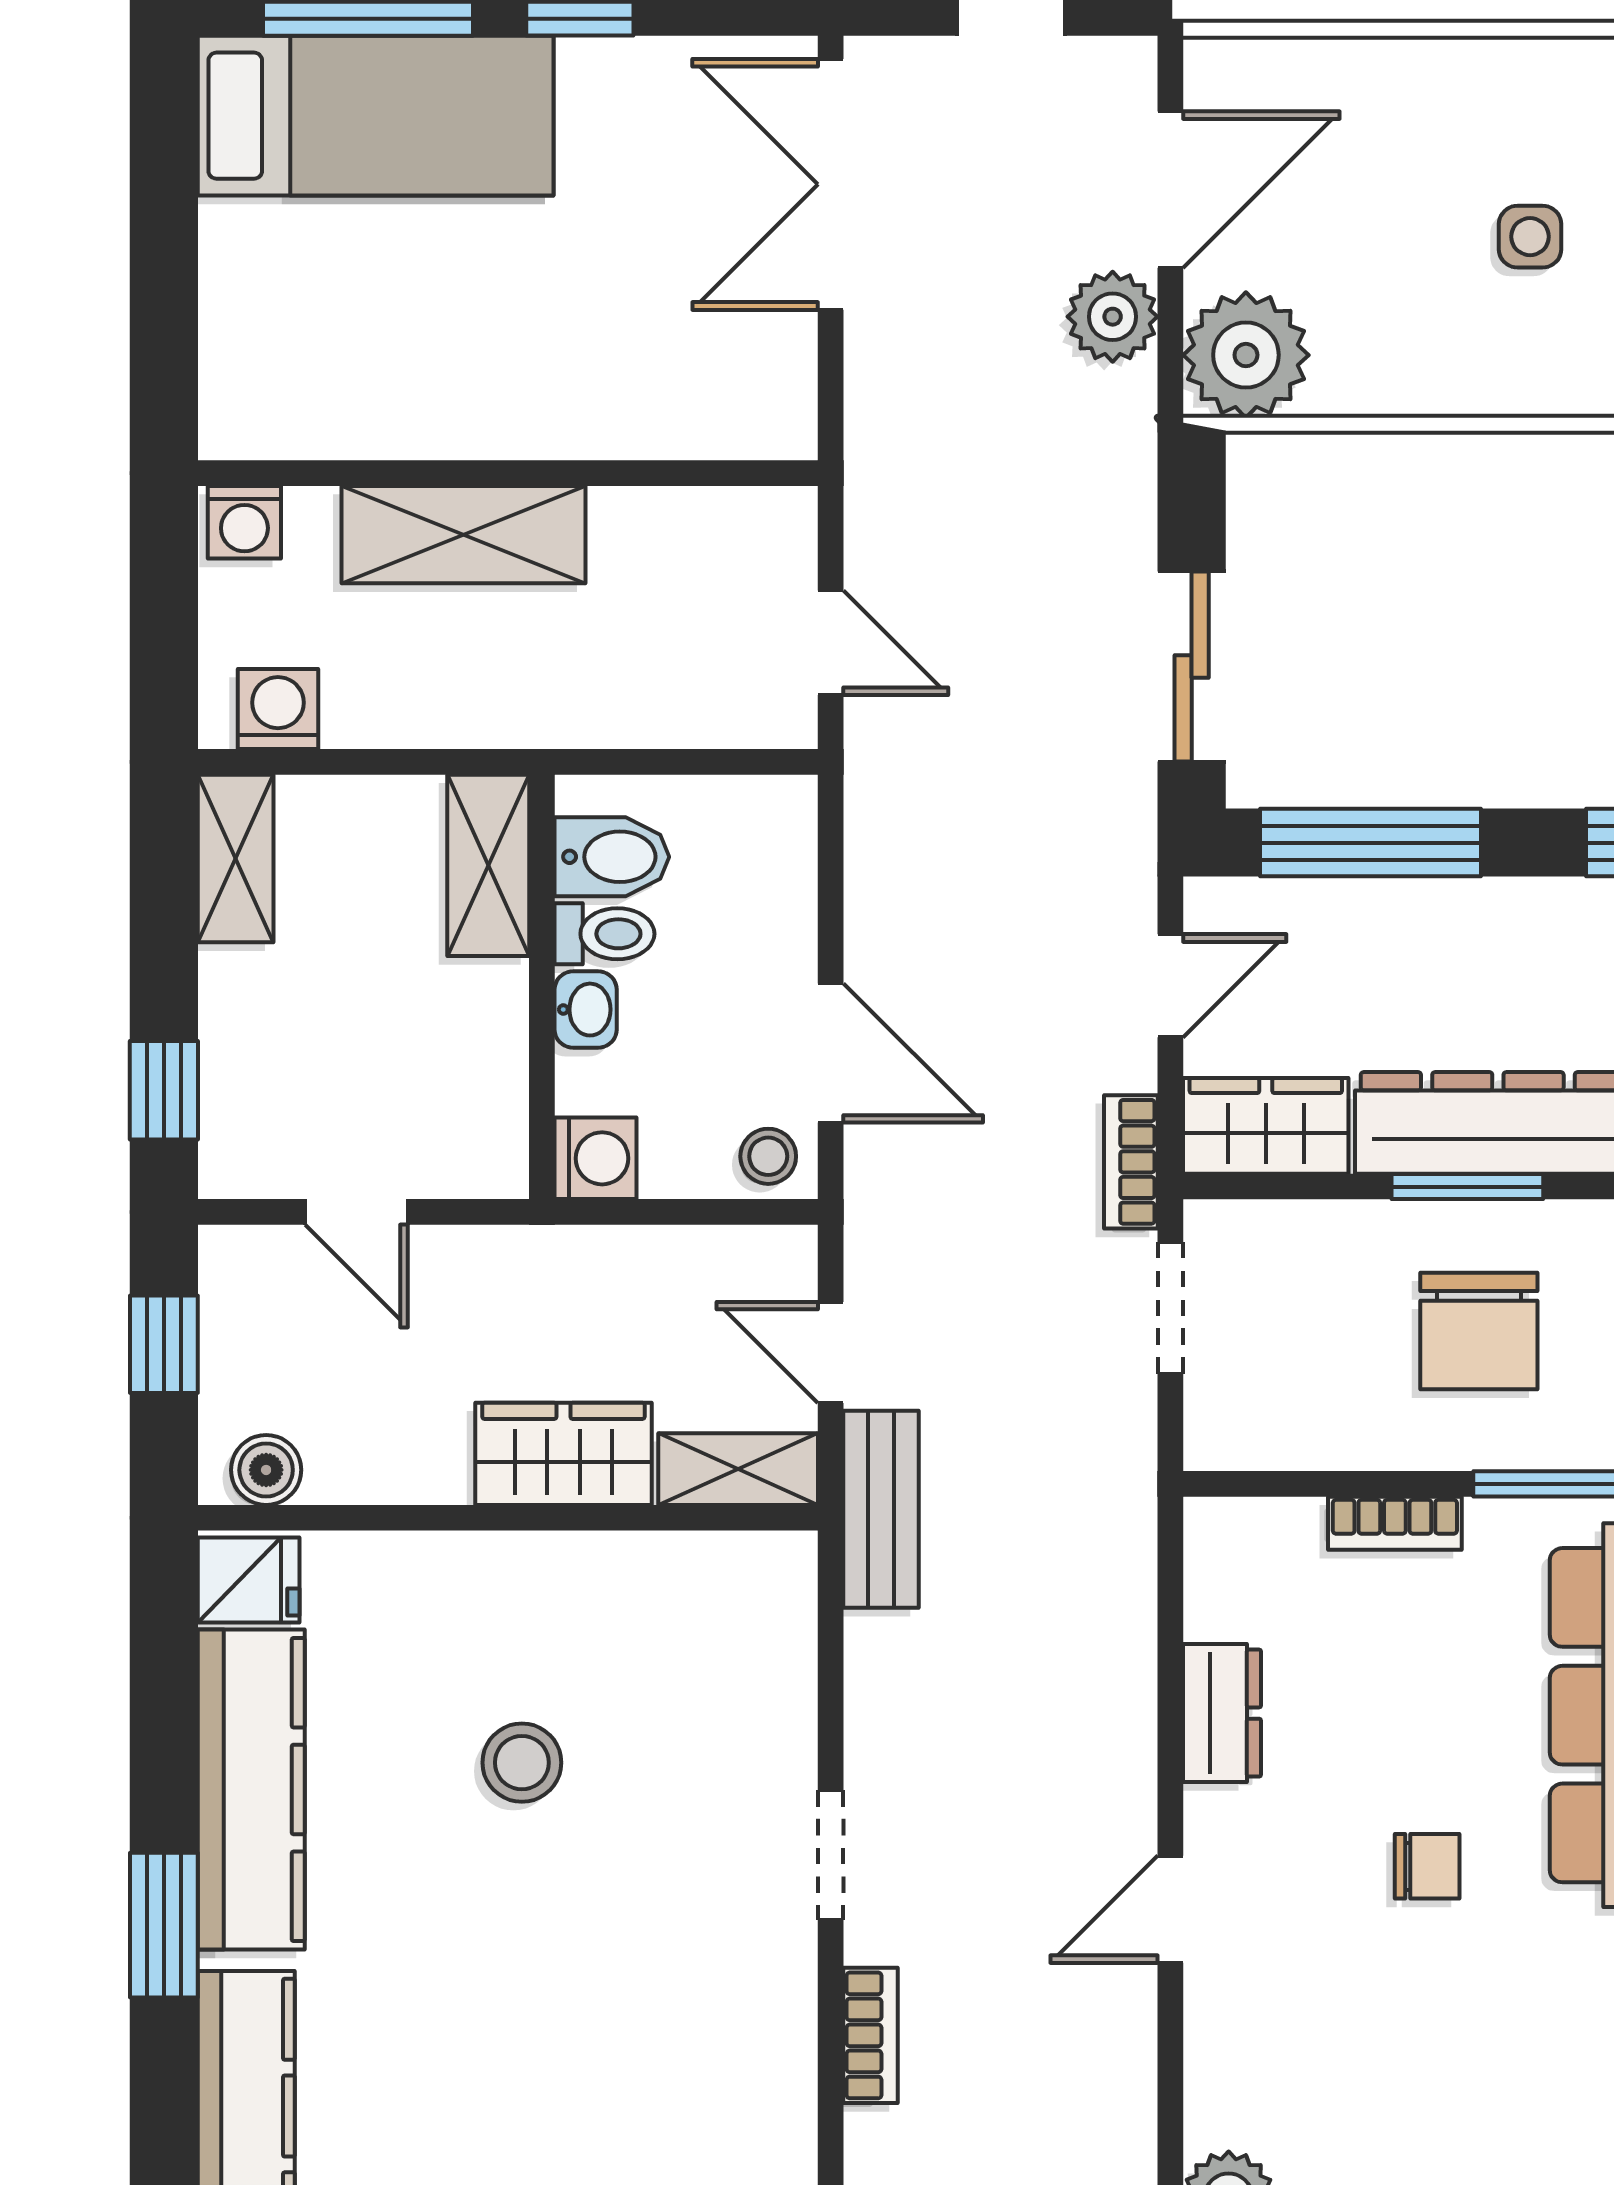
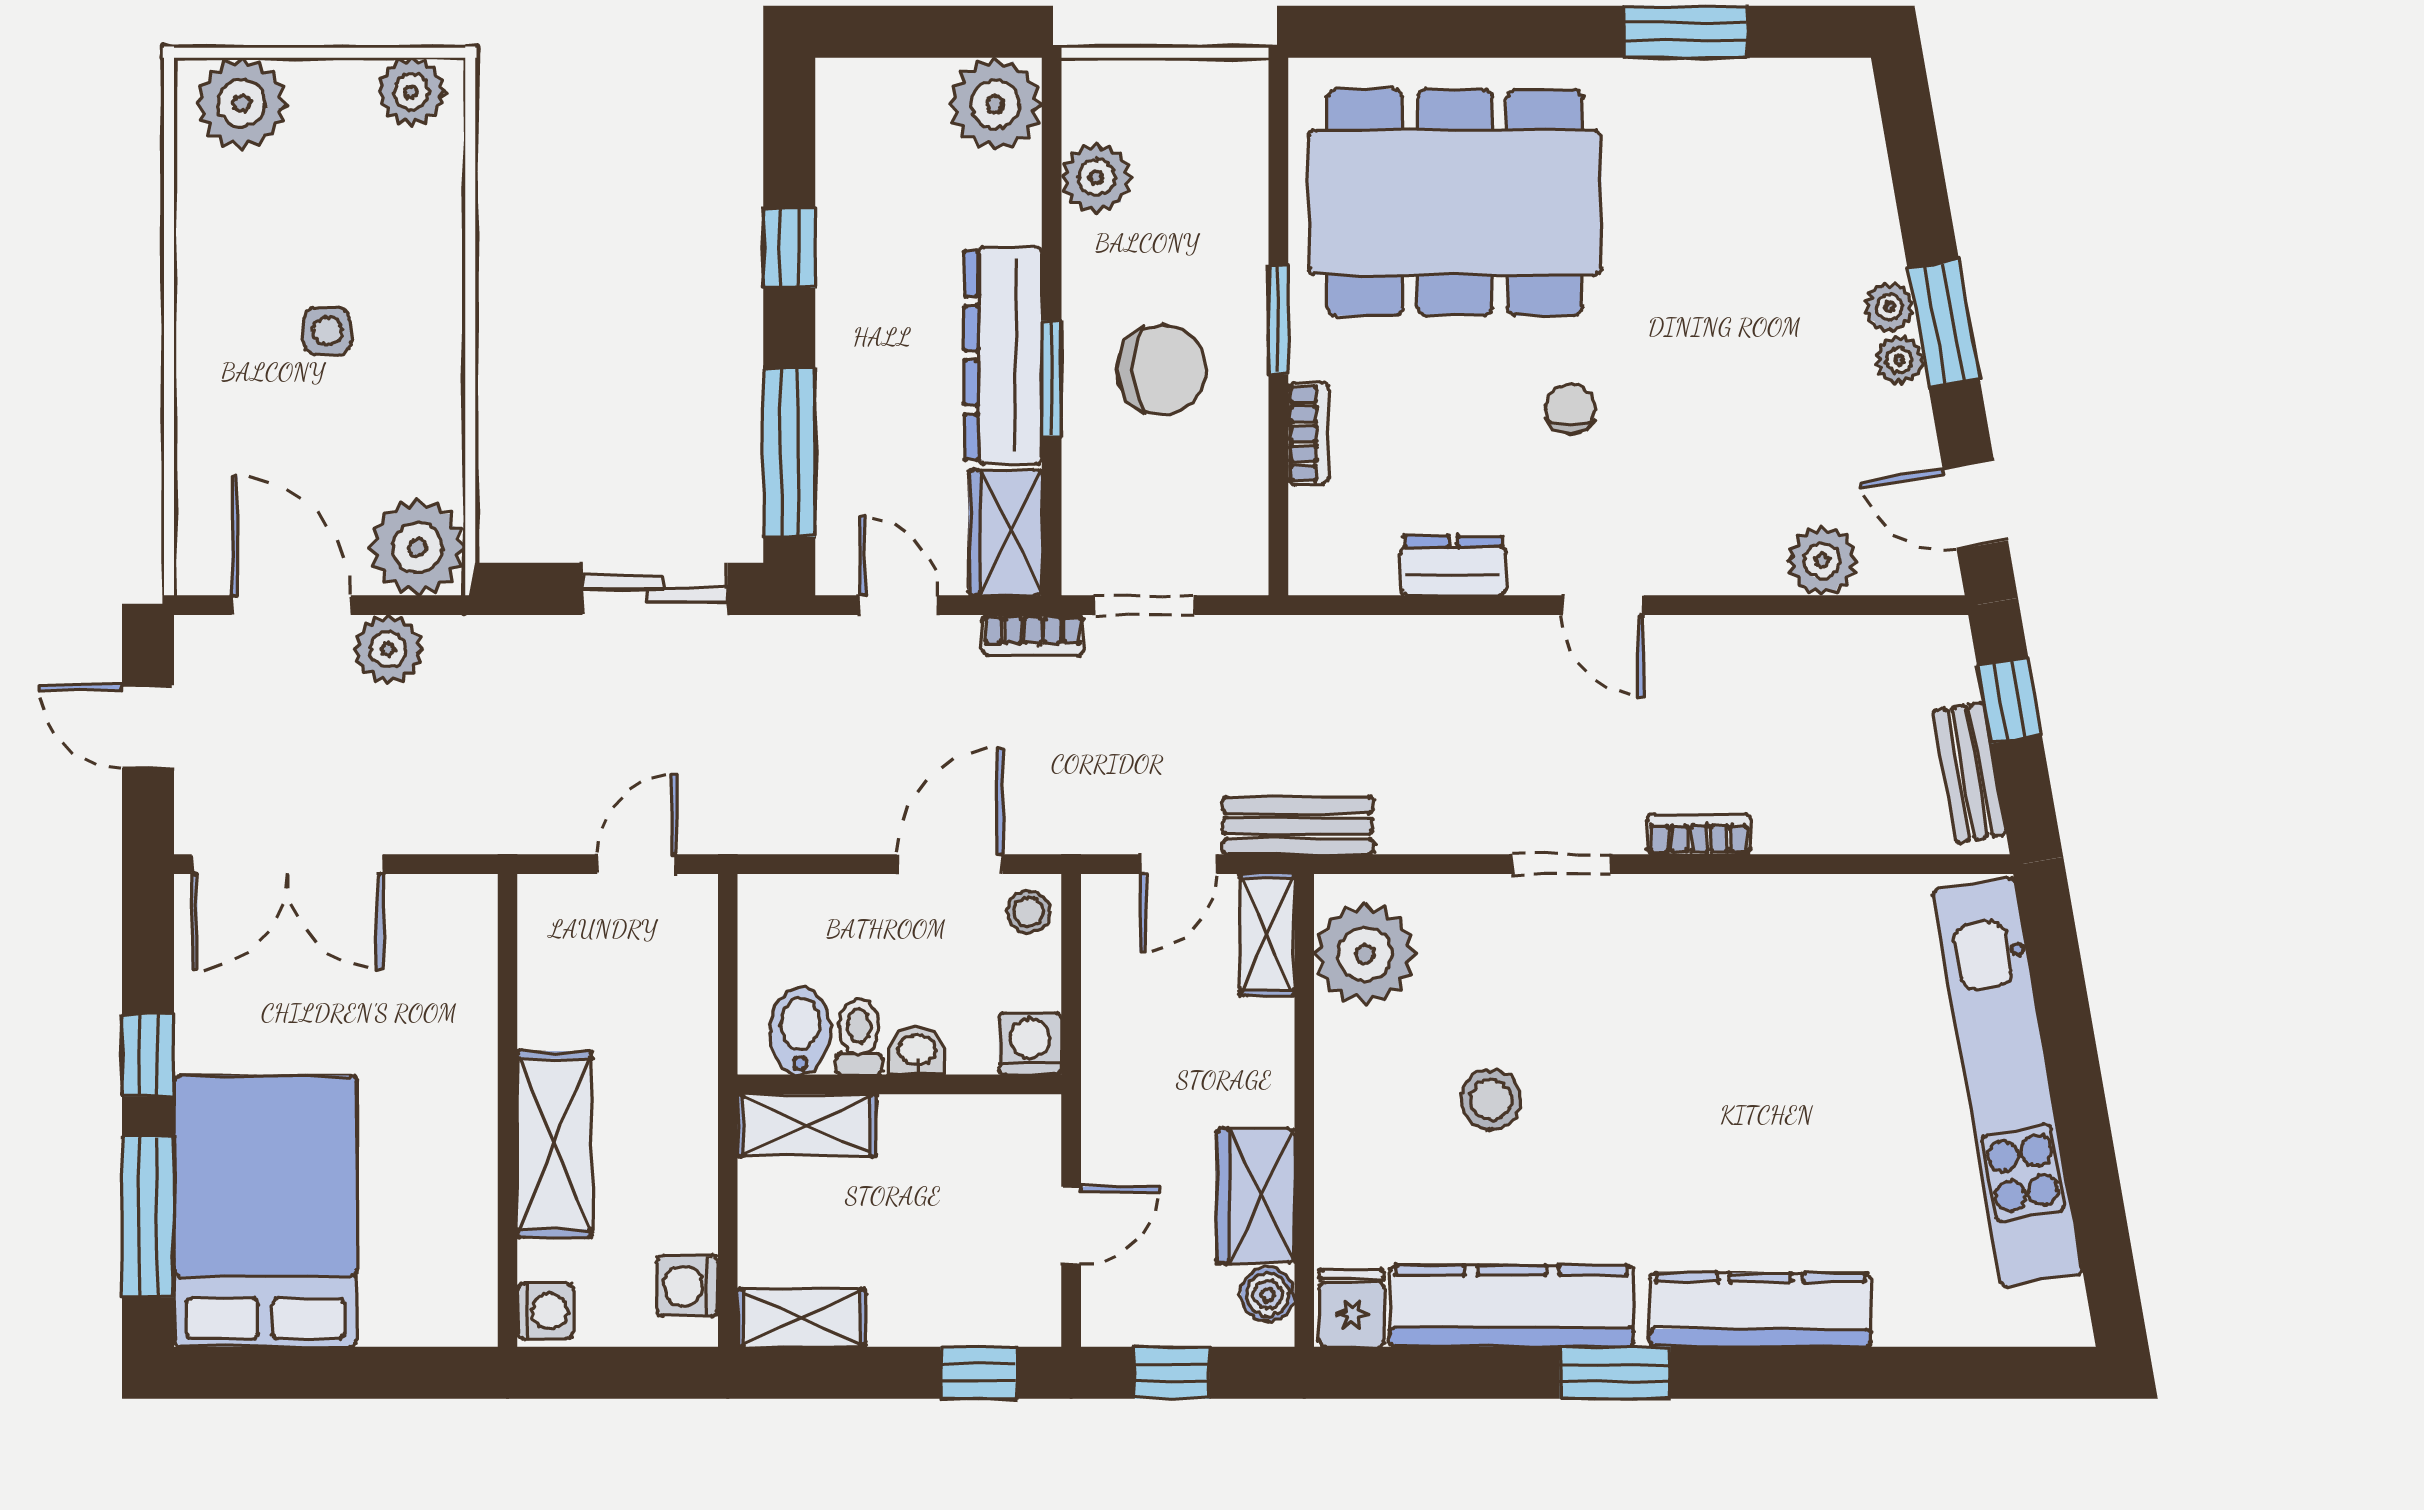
bed: (376, 116) -> (265, 1211), width x1.50
wardrobe: (563, 1454) -> (1256, 1196), moved
plant: (712, 1597) -> (1365, 954), added

